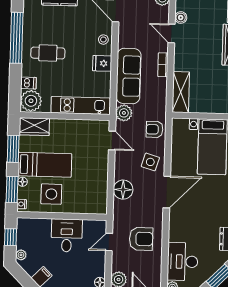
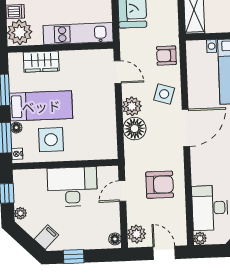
plant: (124, 113) -> (132, 106), moved
wardrobe: (34, 127) -> (41, 62), moved
desk: (67, 235) -> (72, 187), width x1.37

